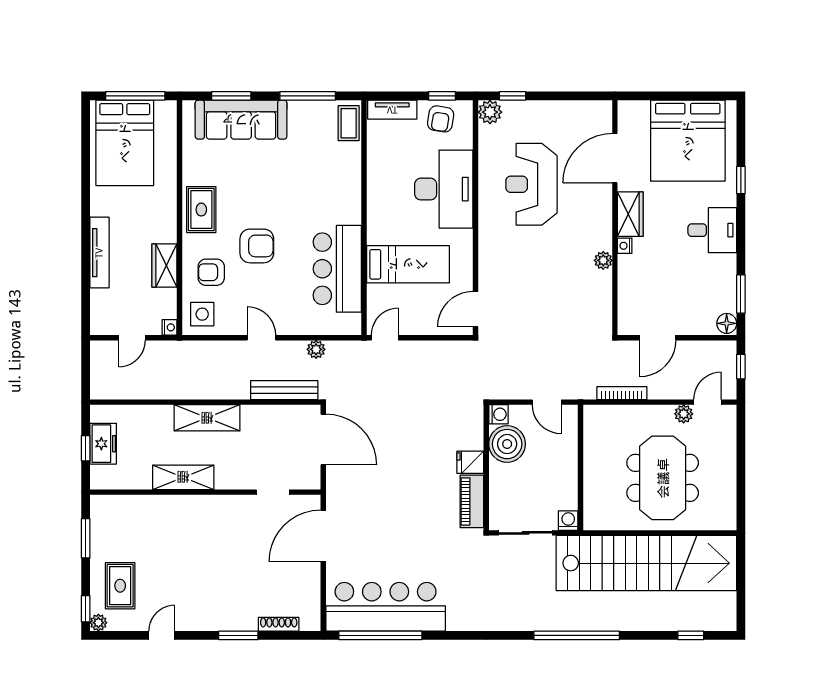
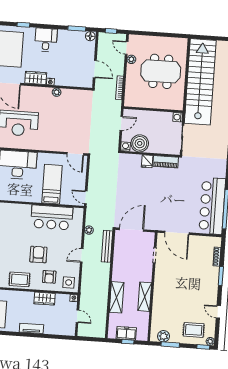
tv unit: (99, 253) -> (31, 328), width x0.71
shelving: (207, 418) -> (117, 297), moved
plant: (102, 523) -> (163, 336), added

